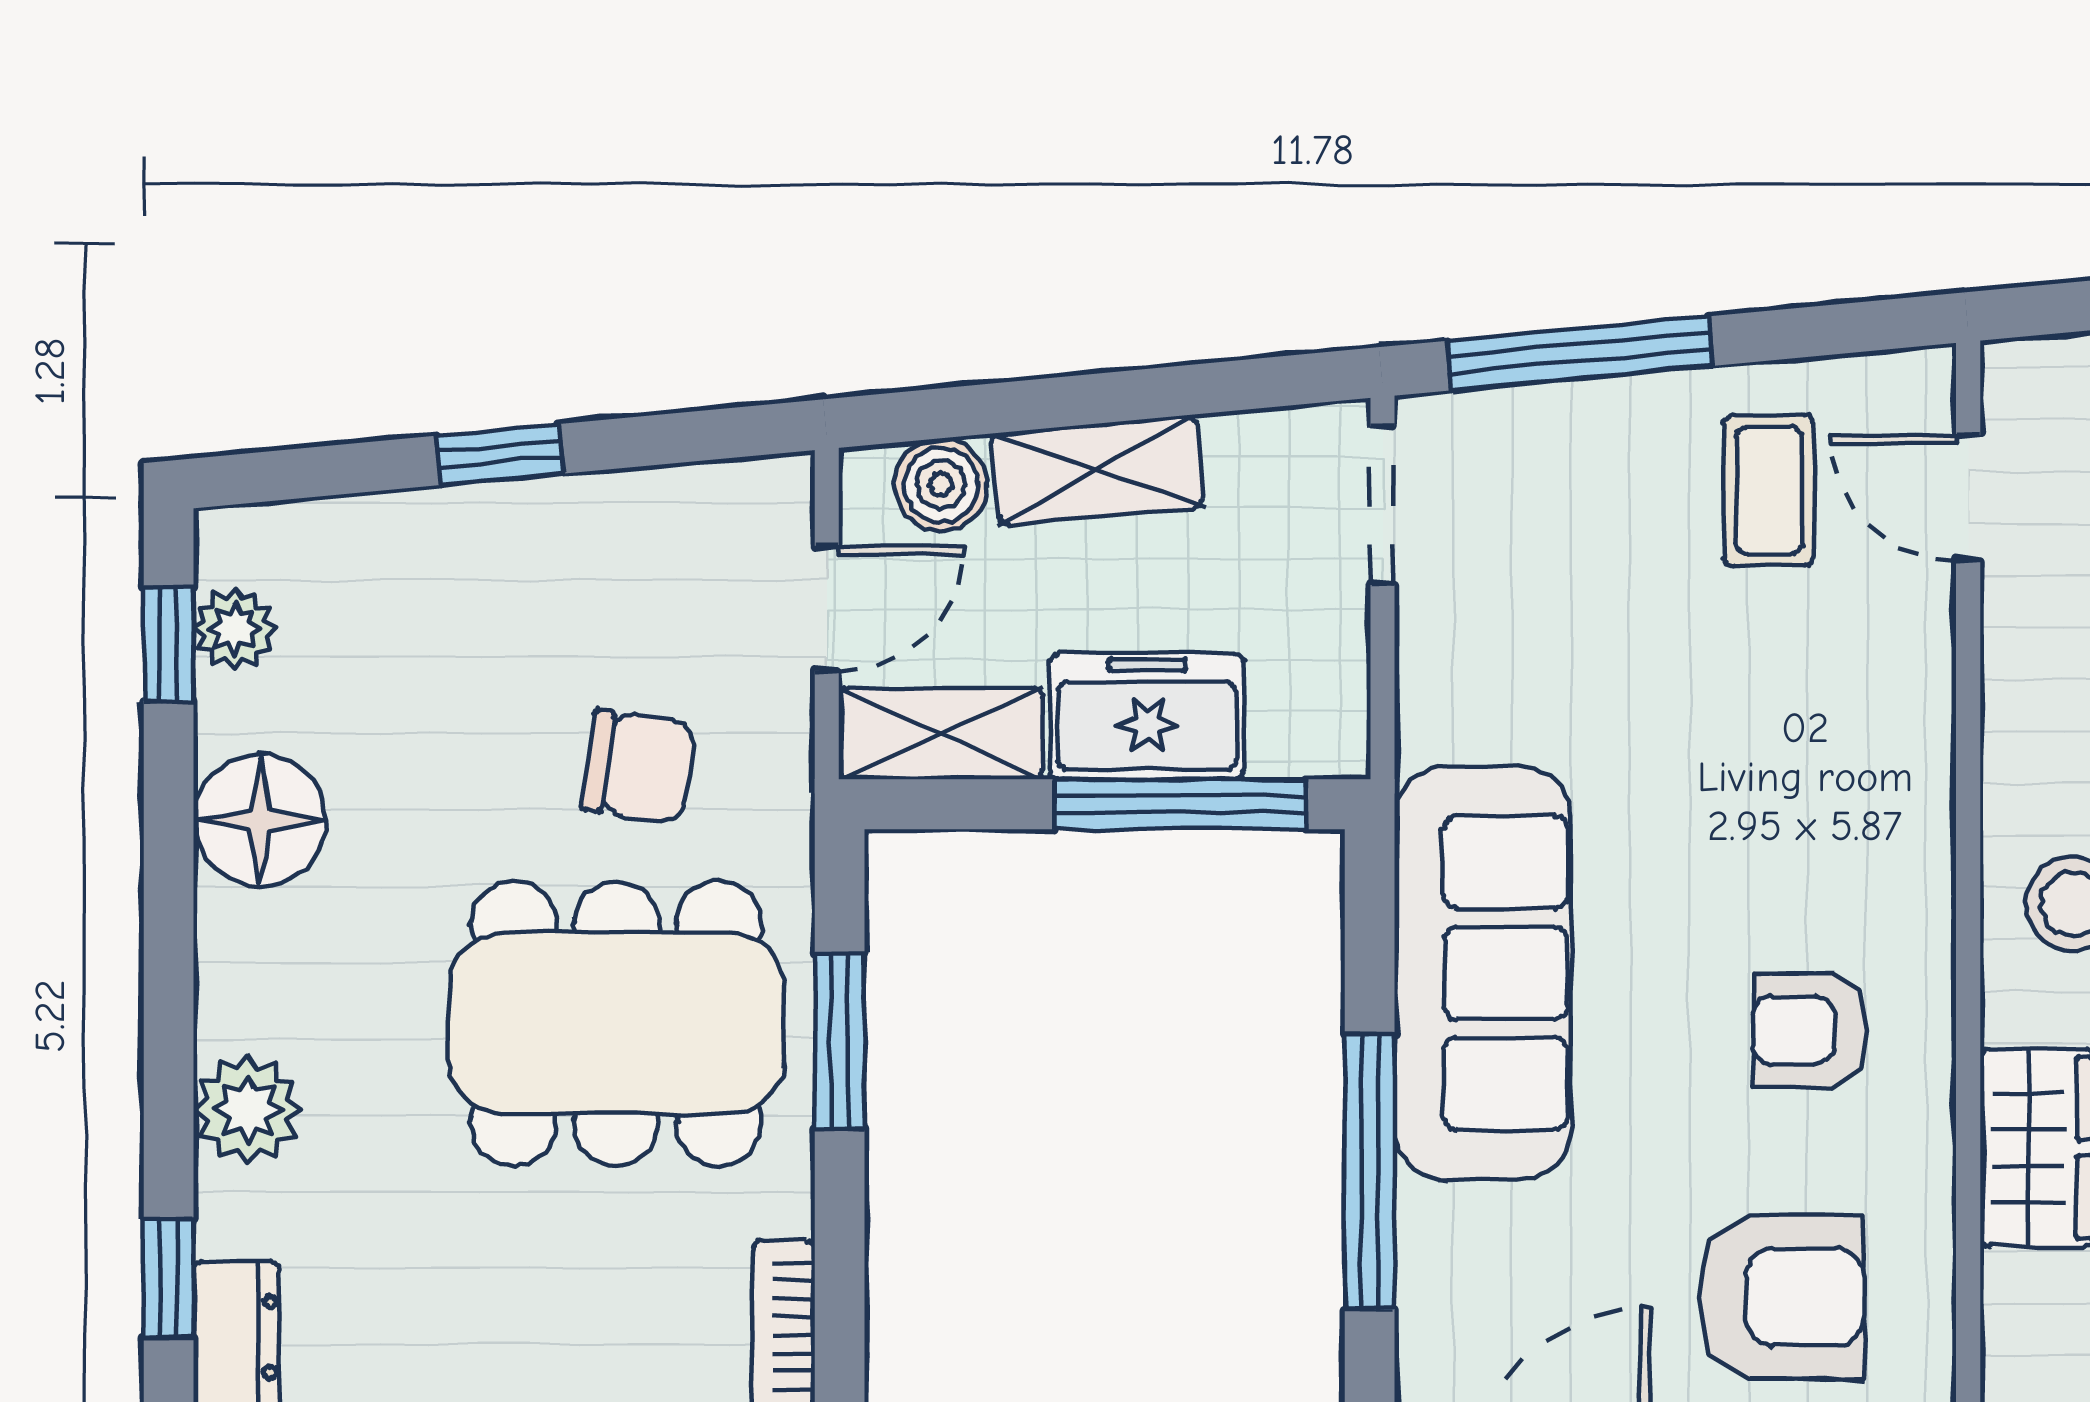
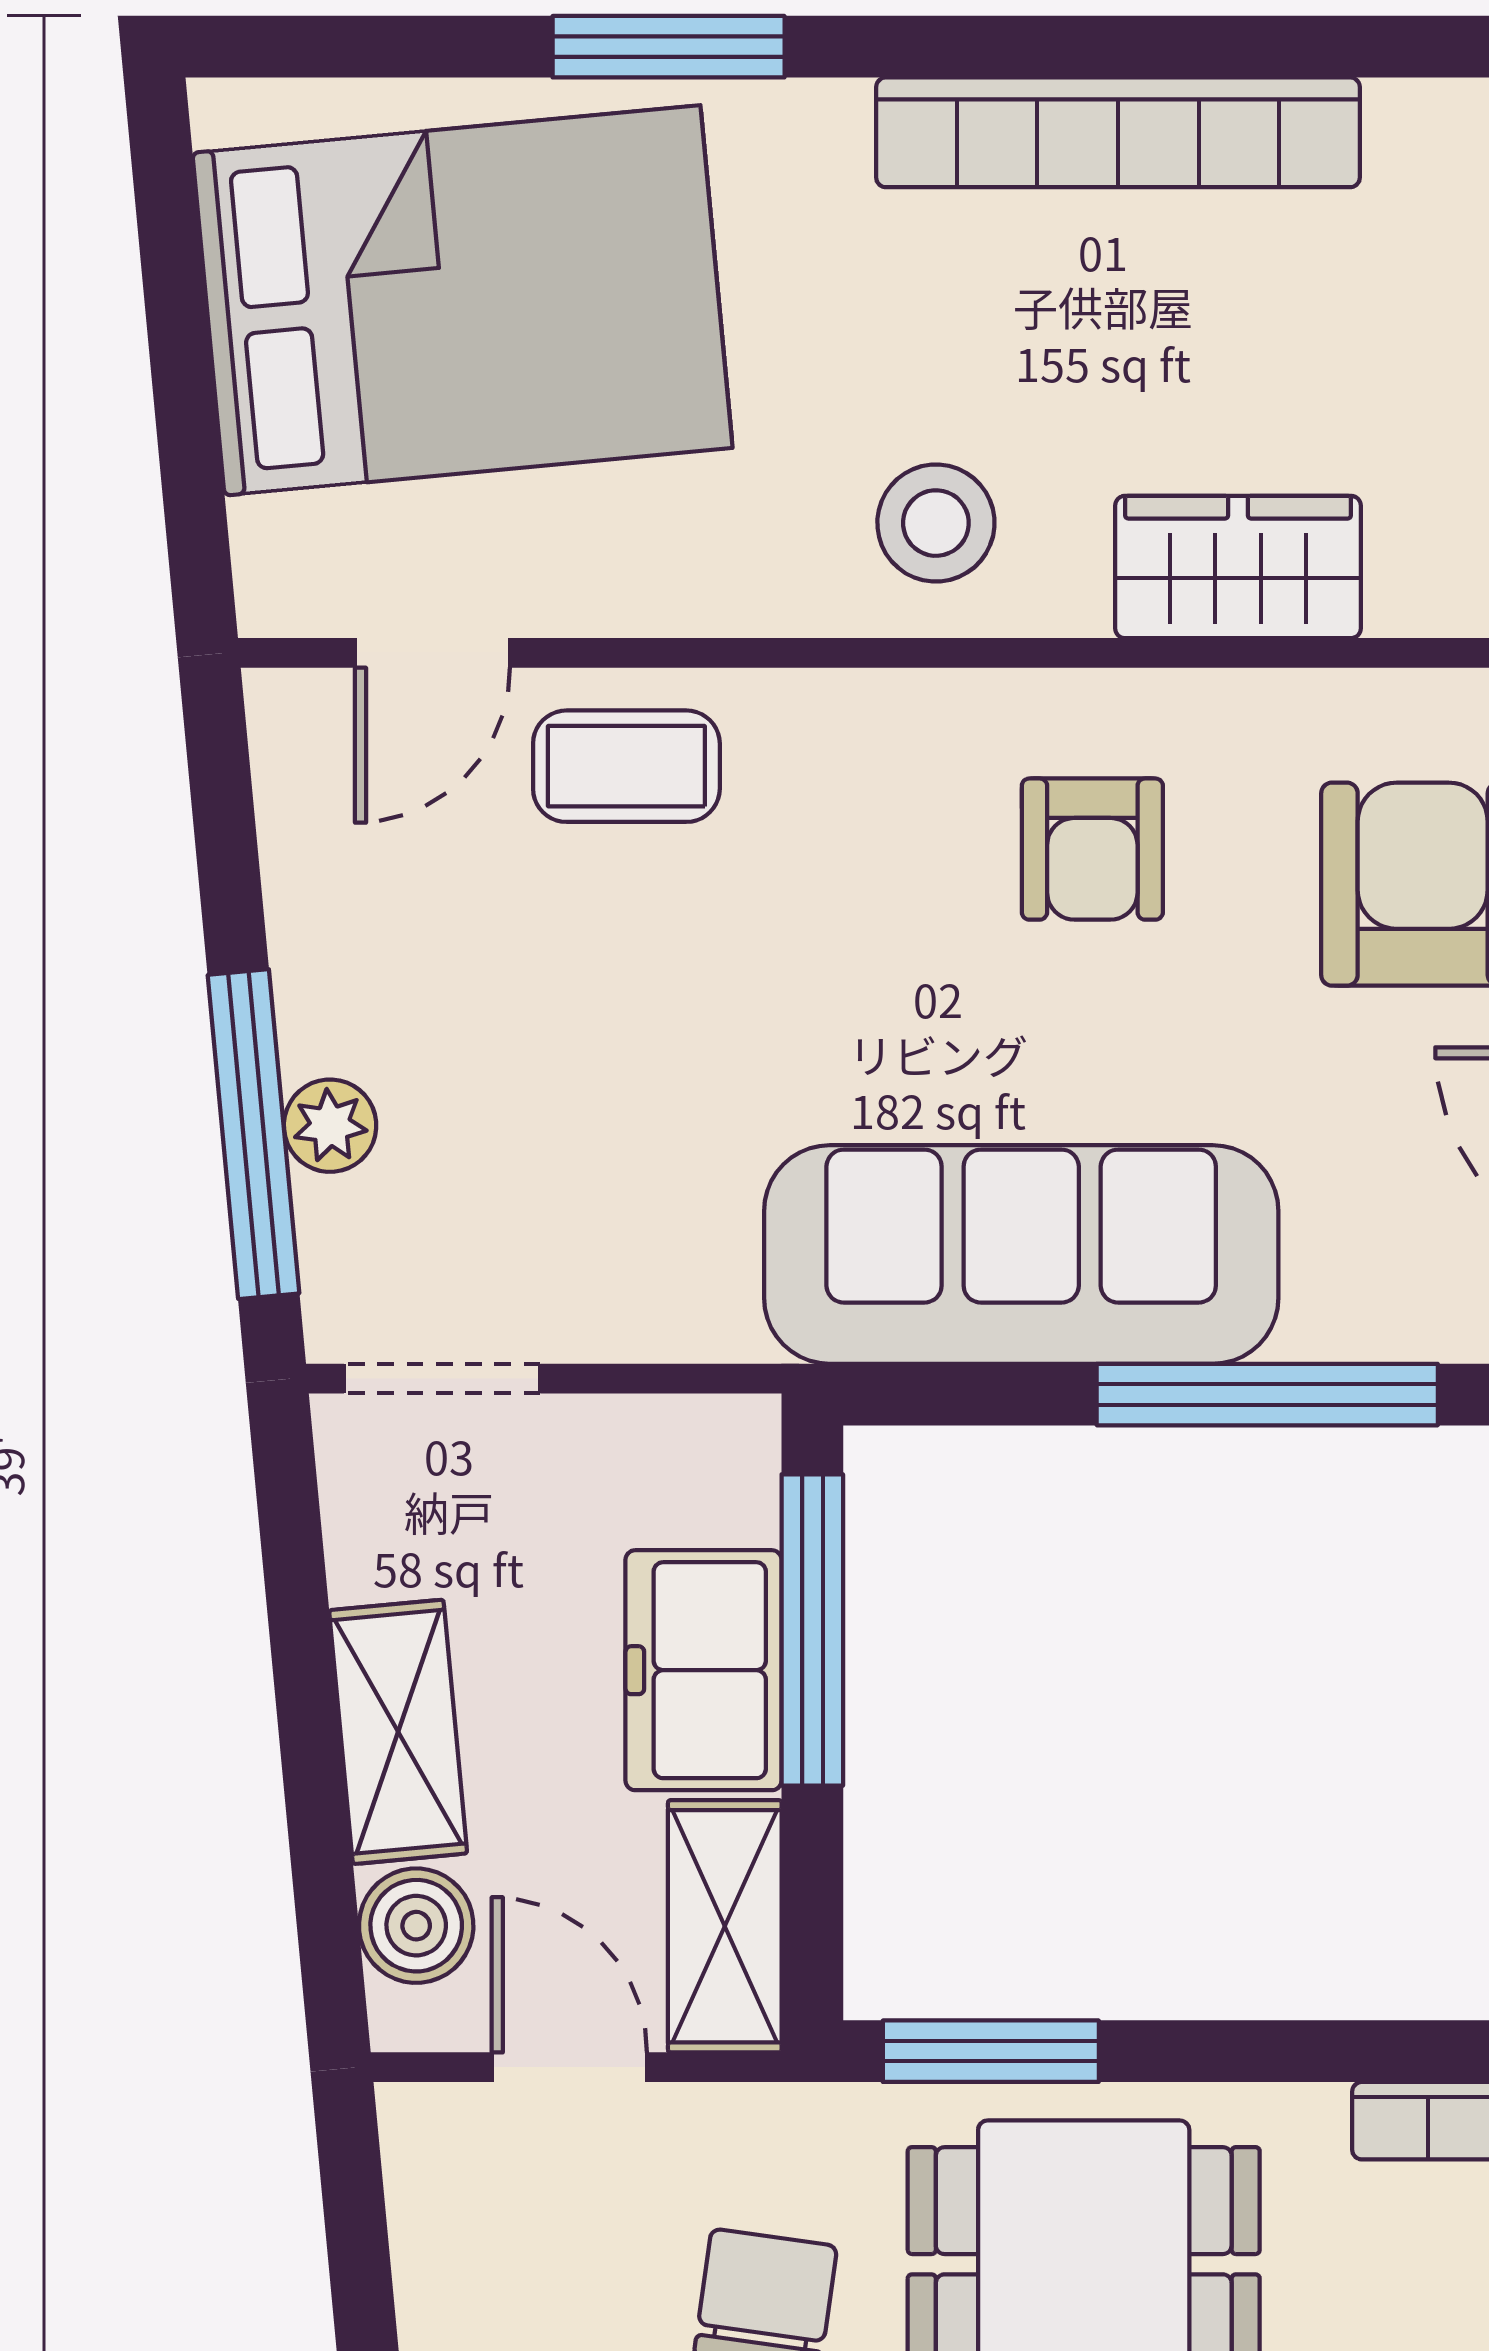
plant: (1587, 415) -> (330, 1126), added
coffee table: (1769, 491) -> (626, 766), moved
window: (840, 1041) -> (991, 2051), moved

